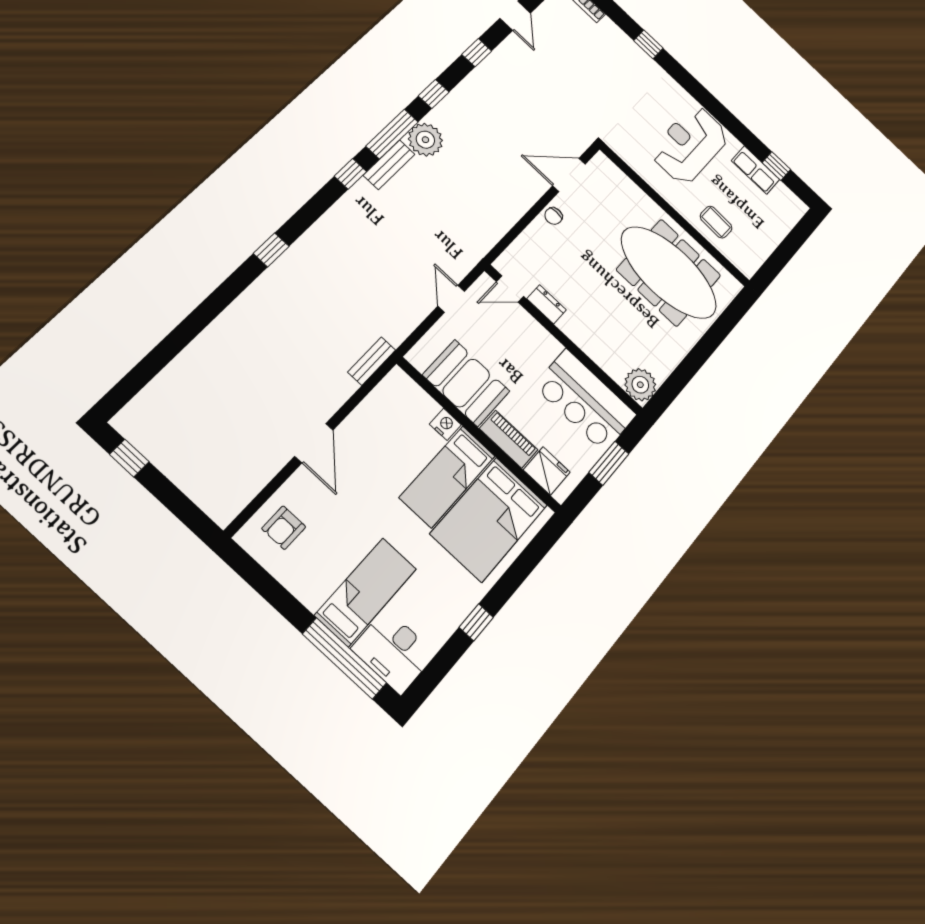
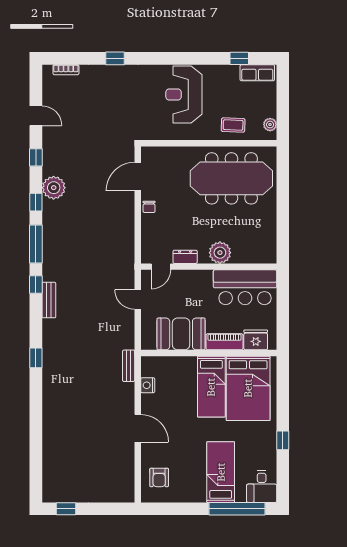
plant: (425, 140) -> (54, 188), moved
bench: (389, 165) -> (49, 300), moved
row of seats: (755, 170) -> (257, 73), moved
plant: (755, 259) -> (270, 125), added
plant: (640, 385) -> (220, 253), moved
nightstand: (445, 424) -> (148, 385), moved, turned -90
window: (609, 463) -> (283, 307), removed
desk: (393, 651) -> (262, 487), width x0.73

